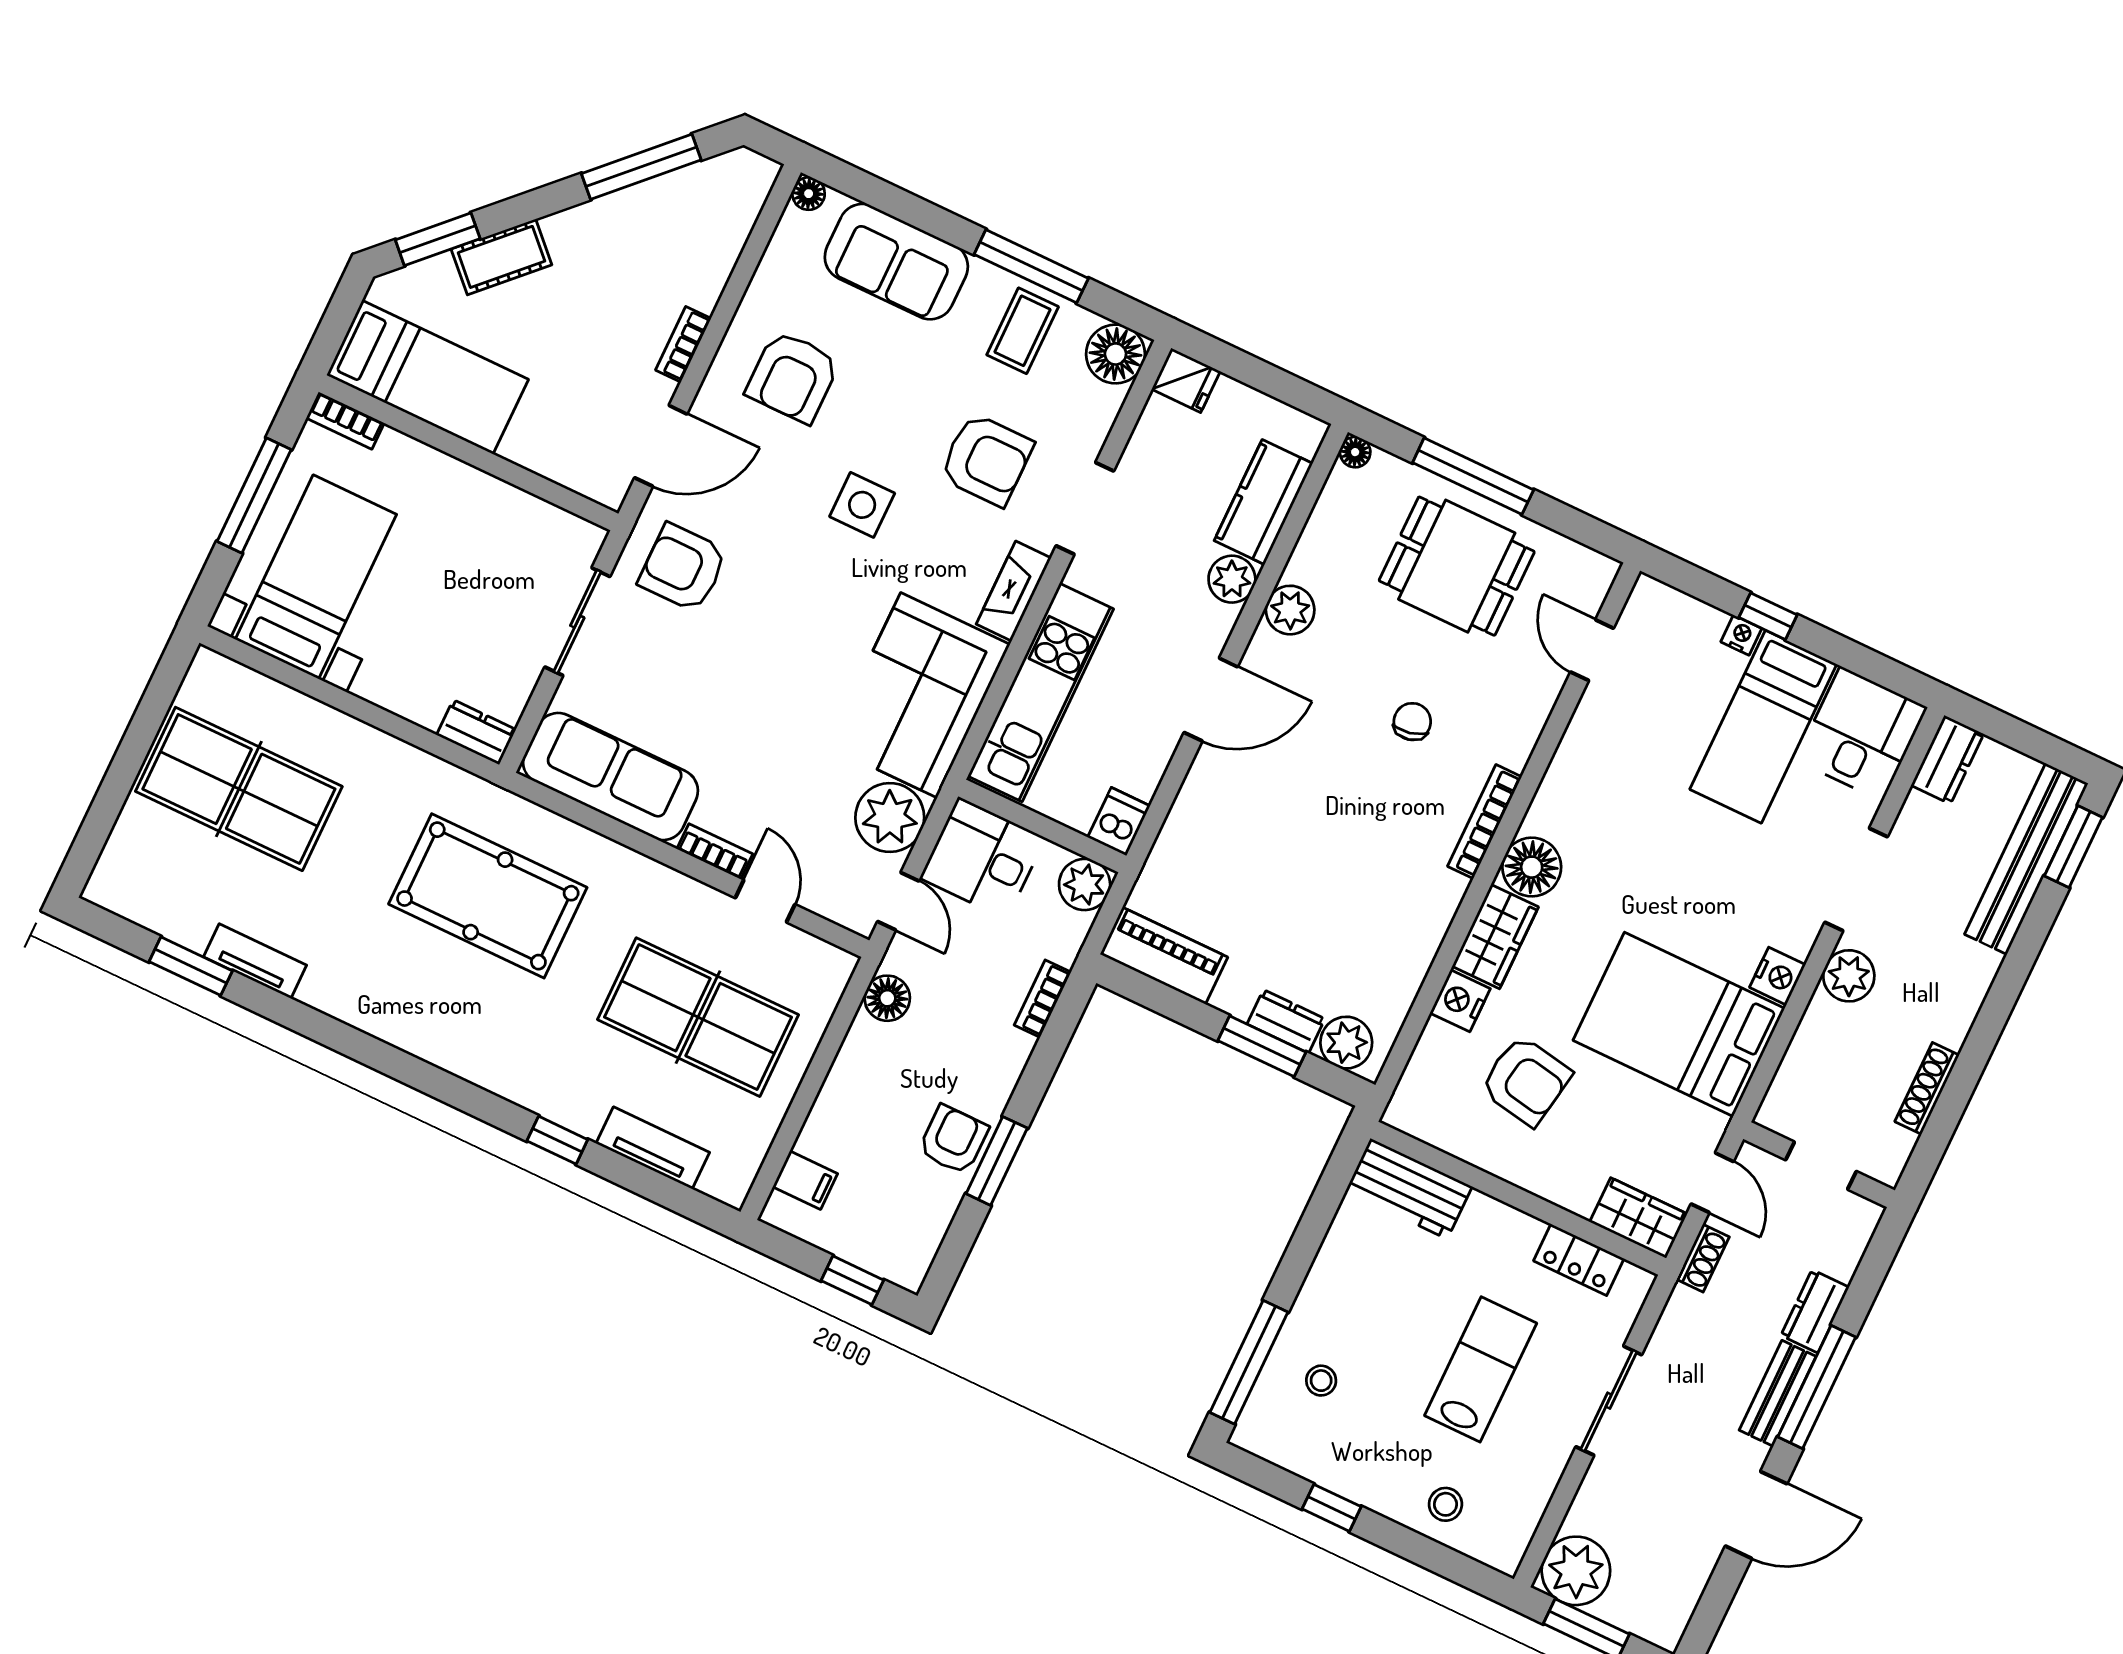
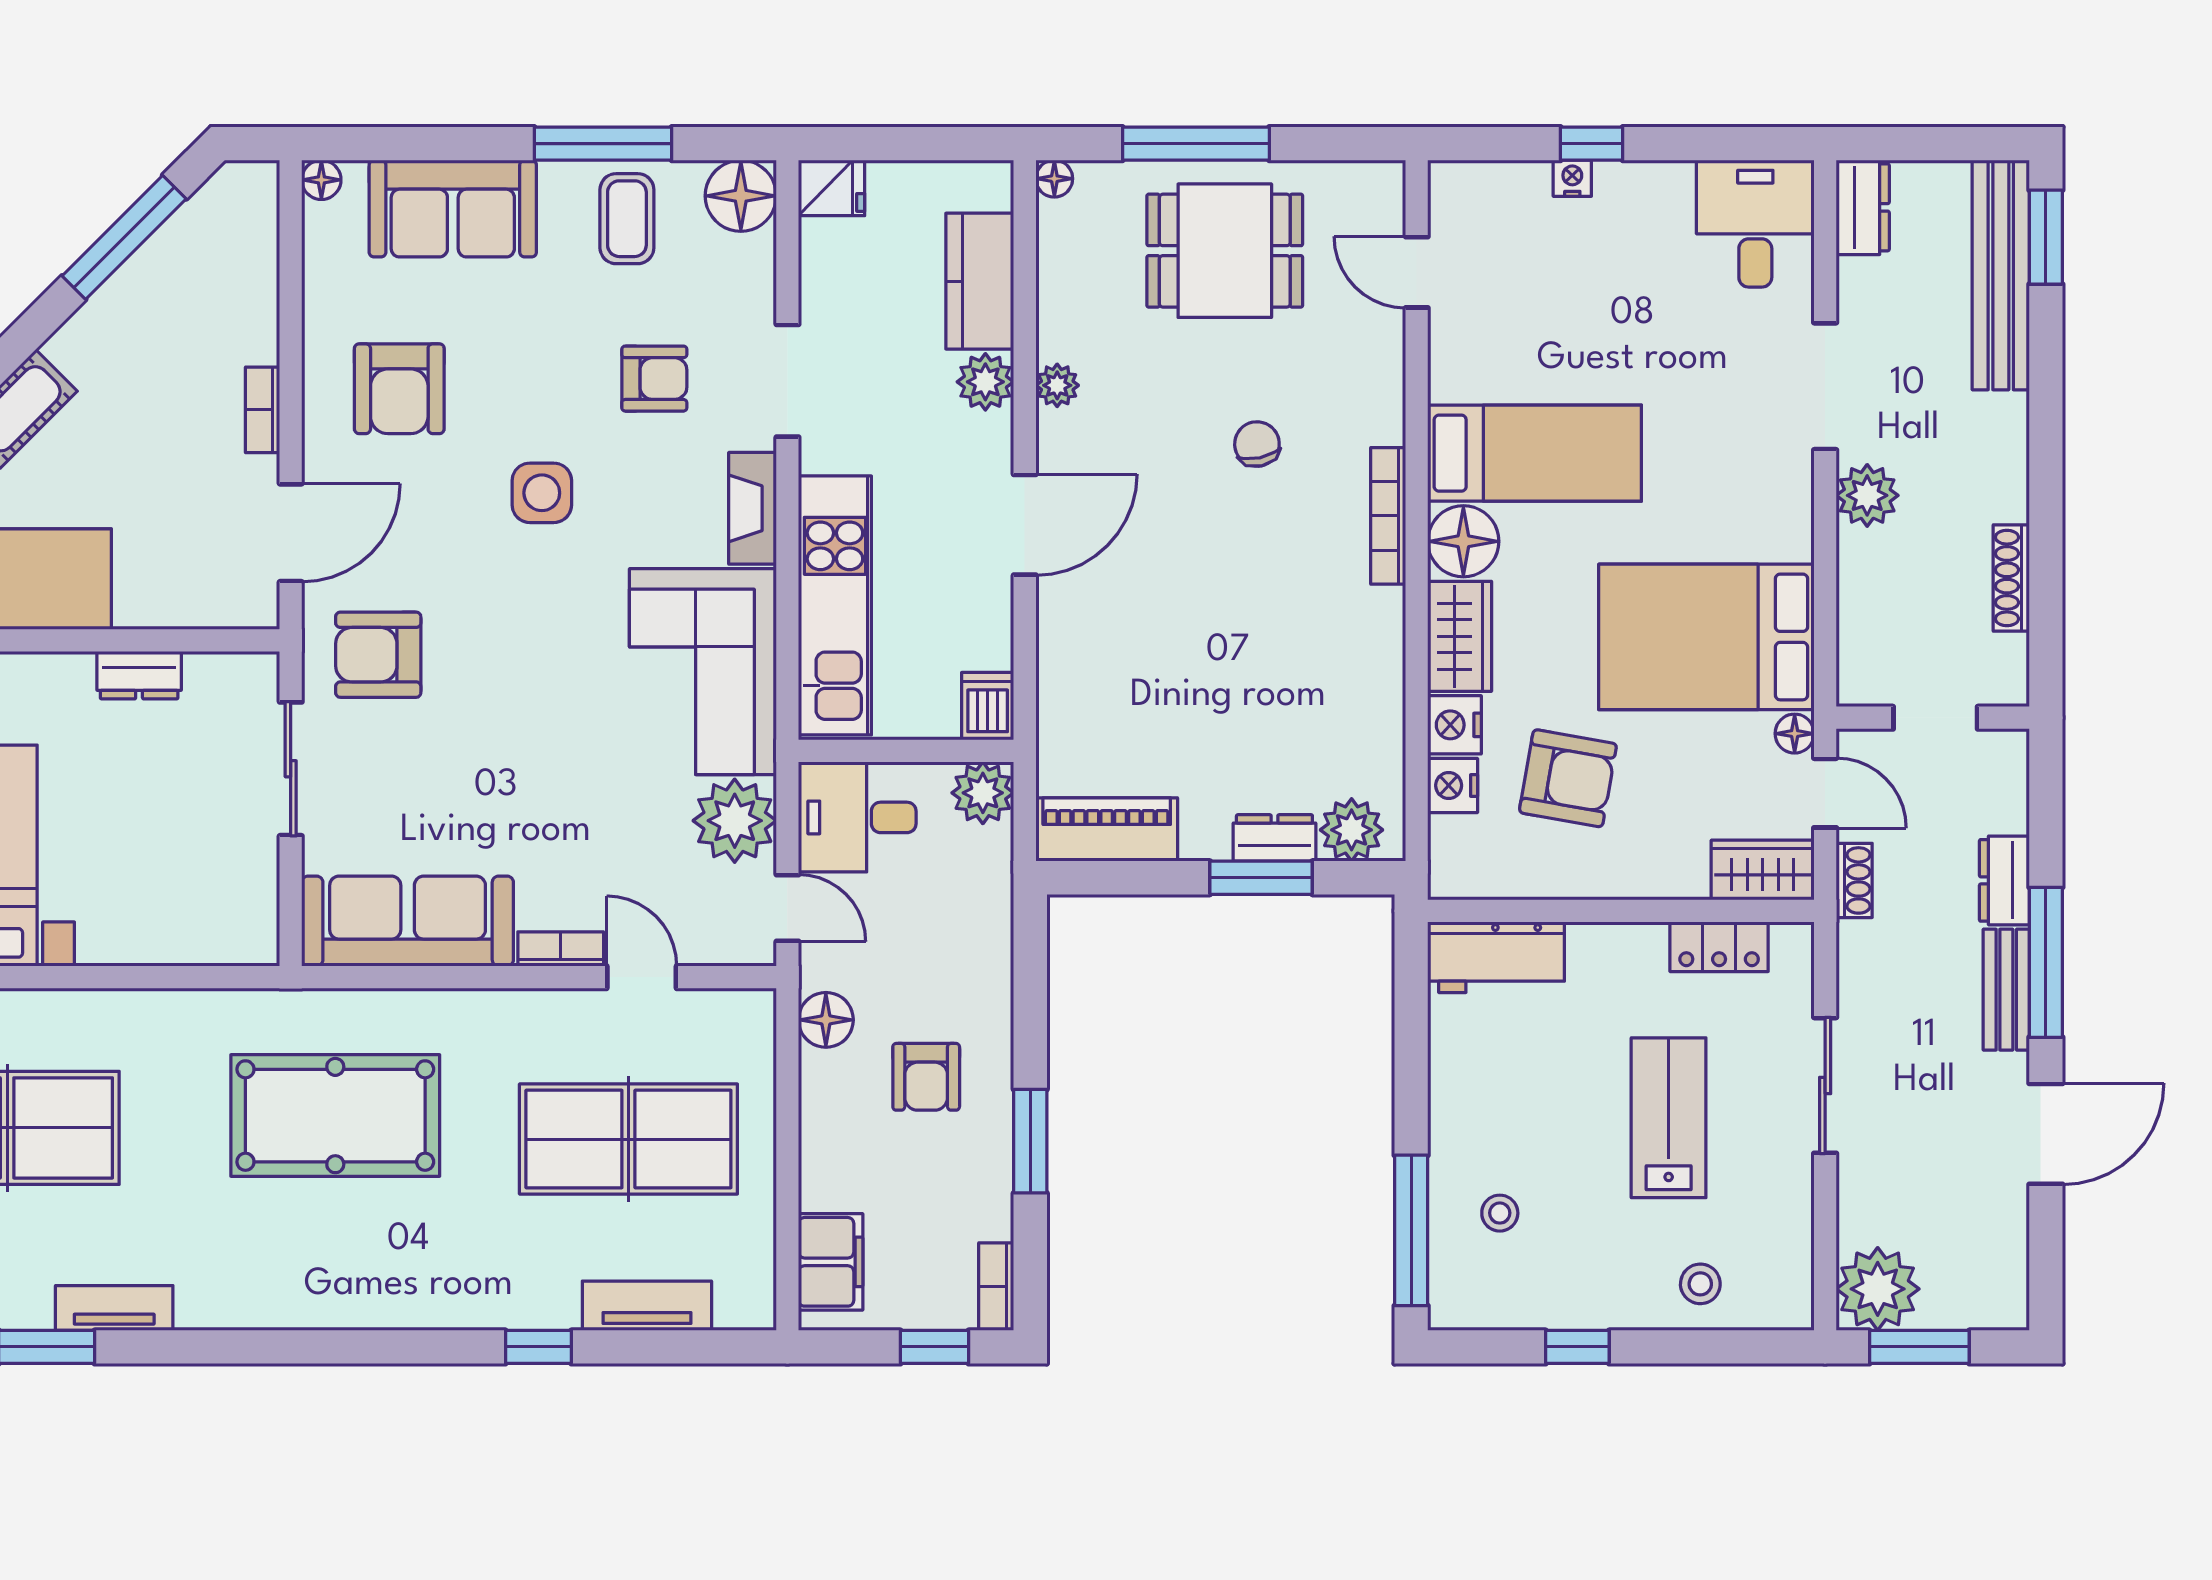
armchair: (986, 460) -> (654, 379), width x0.72, depth x0.72
plant: (1290, 610) -> (1057, 385), width x0.73, depth x0.73
bed: (1763, 727) -> (1535, 453), moved, turned -90
dresser: (476, 732) -> (139, 675), moved, turned 180
nightstand: (1778, 976) -> (1453, 785), moved, turned 180
bookcase: (1043, 999) -> (996, 1287), moved
floor lamp: (1710, 1128) -> (1795, 734), added
armchair: (953, 1140) -> (926, 1077), moved, turned 180
filing cabinet: (805, 1180) -> (831, 1262), width x2.00

